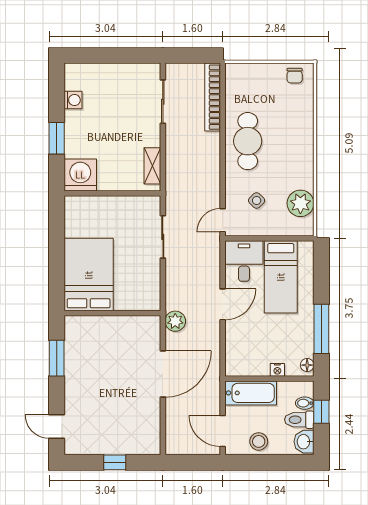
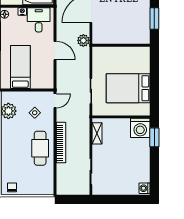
bookcase: (213, 97) -> (61, 143), moved
washing machine: (73, 100) -> (145, 188), moved
window: (57, 138) -> (154, 137), moved
desk: (244, 261) -> (39, 20), moved, turned 180
bed: (89, 275) -> (128, 88), moved, turned 90
door: (223, 304) -> (55, 51), swing flipped

